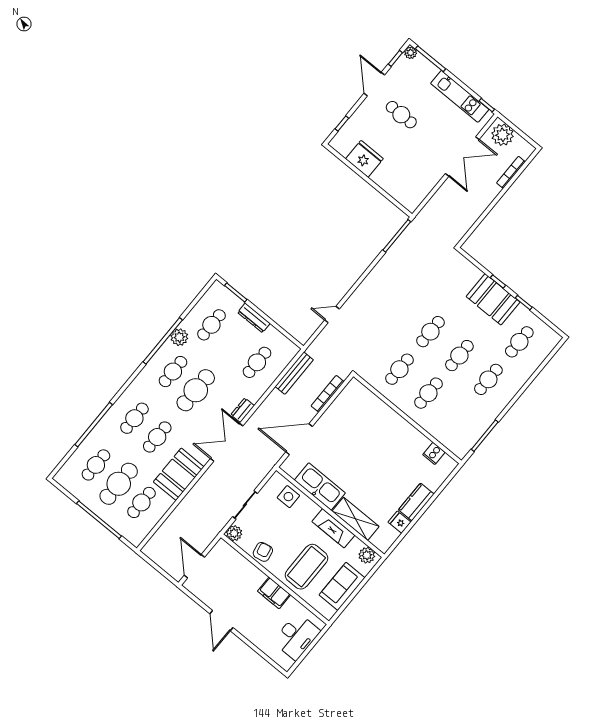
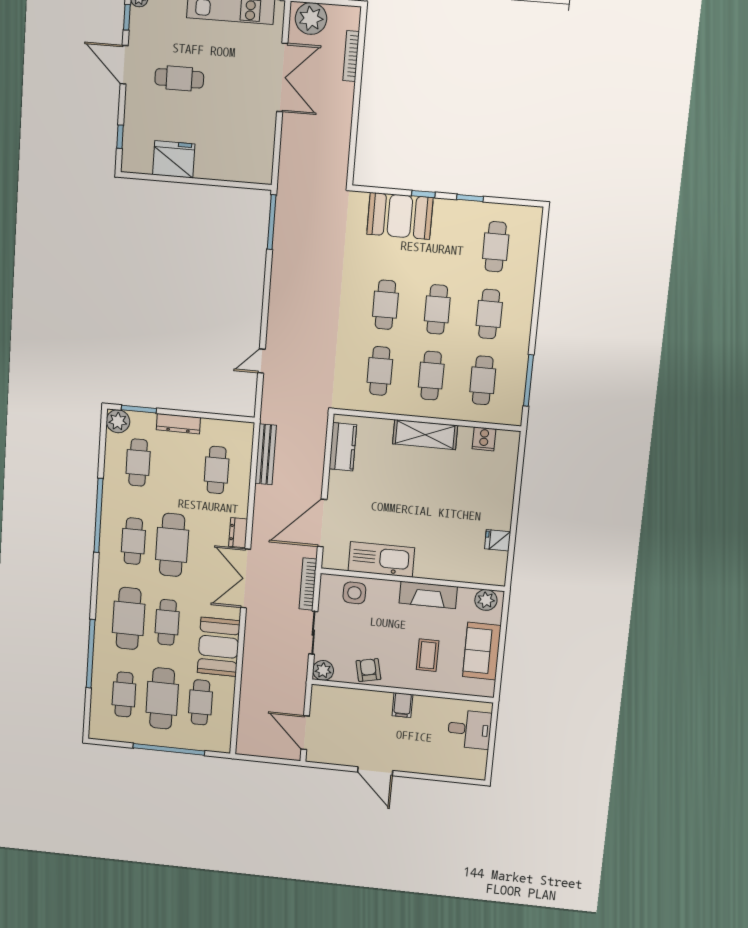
booth: (493, 299) -> (400, 216), moved
plant: (179, 337) -> (118, 421), moved
bookcase: (328, 394) -> (308, 584), moved
cafe table: (457, 417) -> (483, 380), added
cafe table: (134, 418) -> (129, 618), width x1.37, depth x1.35
kitchen counter: (416, 502) -> (343, 447), moved, turned 180
shelving: (356, 519) -> (425, 435), moved
coffee table: (307, 567) -> (428, 655), width x0.54, depth x0.58
filing cabinet: (274, 593) -> (402, 705), width x0.50
desk: (297, 636) -> (470, 729), width x0.73

